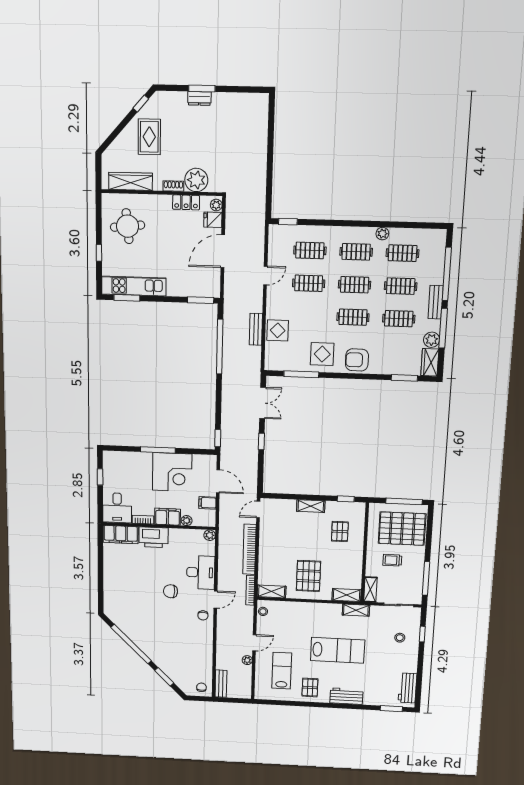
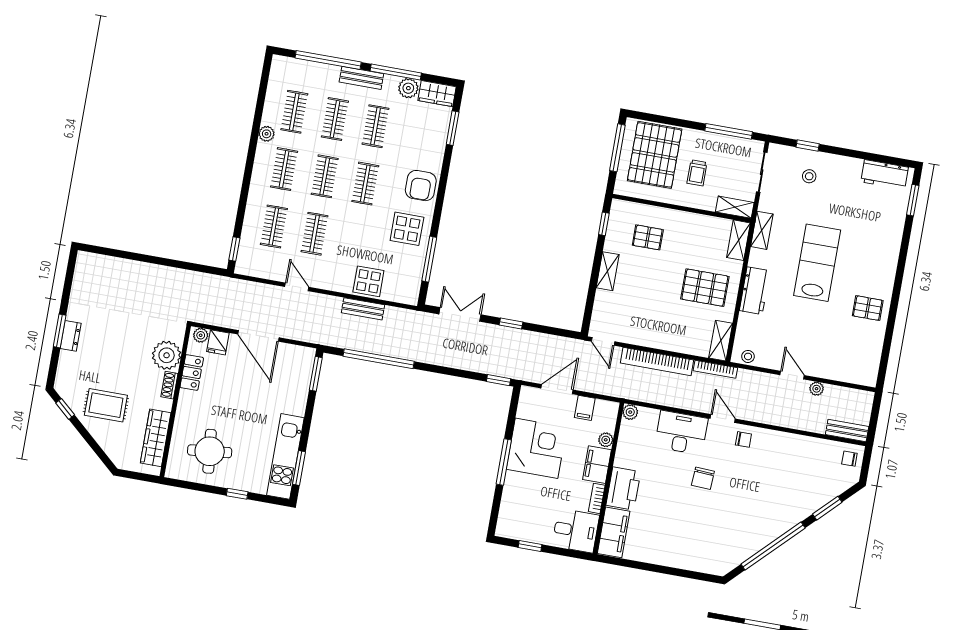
lab bench: (282, 671) -> (838, 343), removed
workbench: (346, 696) -> (755, 291), moved, turned 180

